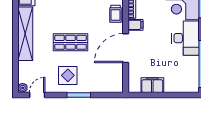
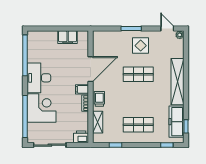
door: (37, 95) -> (167, 29), swing flipped

